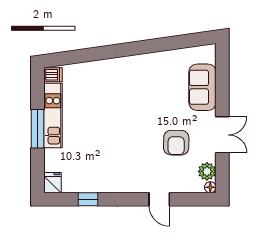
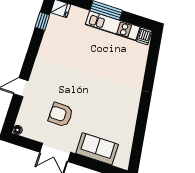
plant: (207, 171) -> (31, 131), removed
window: (88, 199) -> (42, 21), moved

